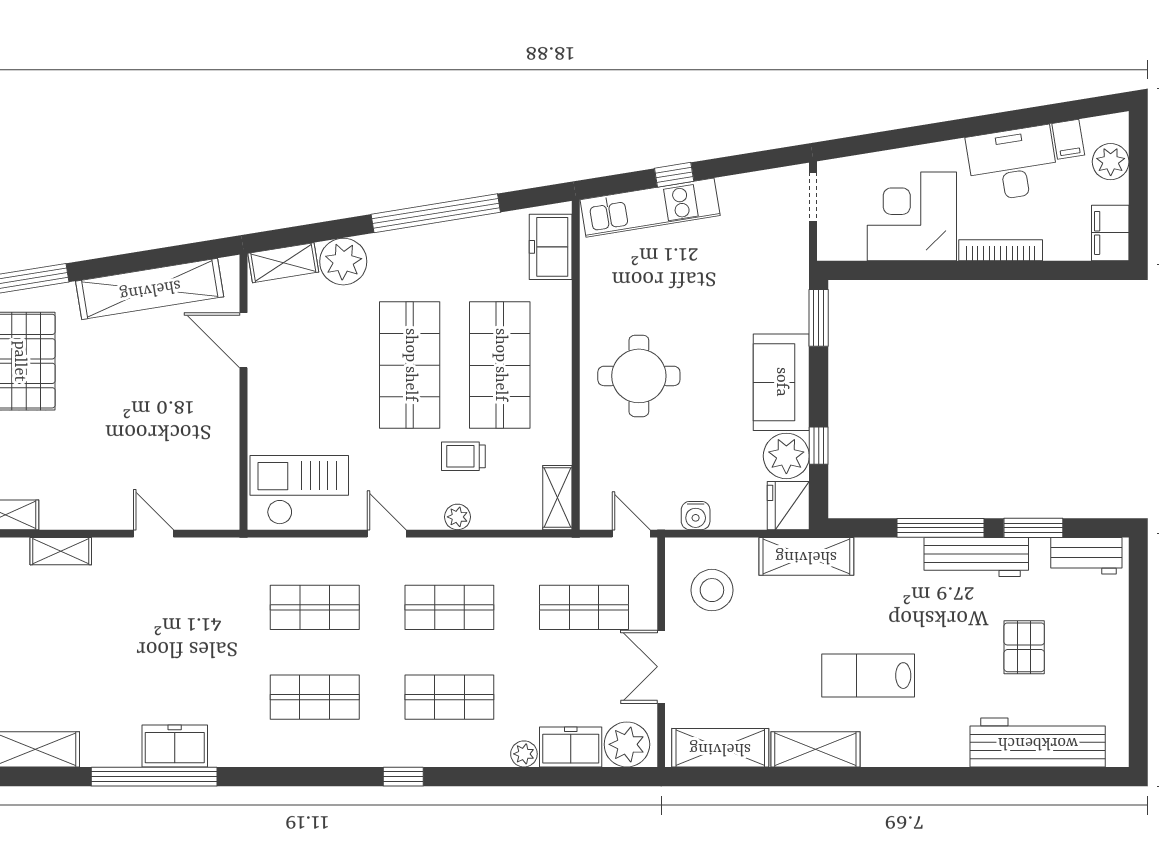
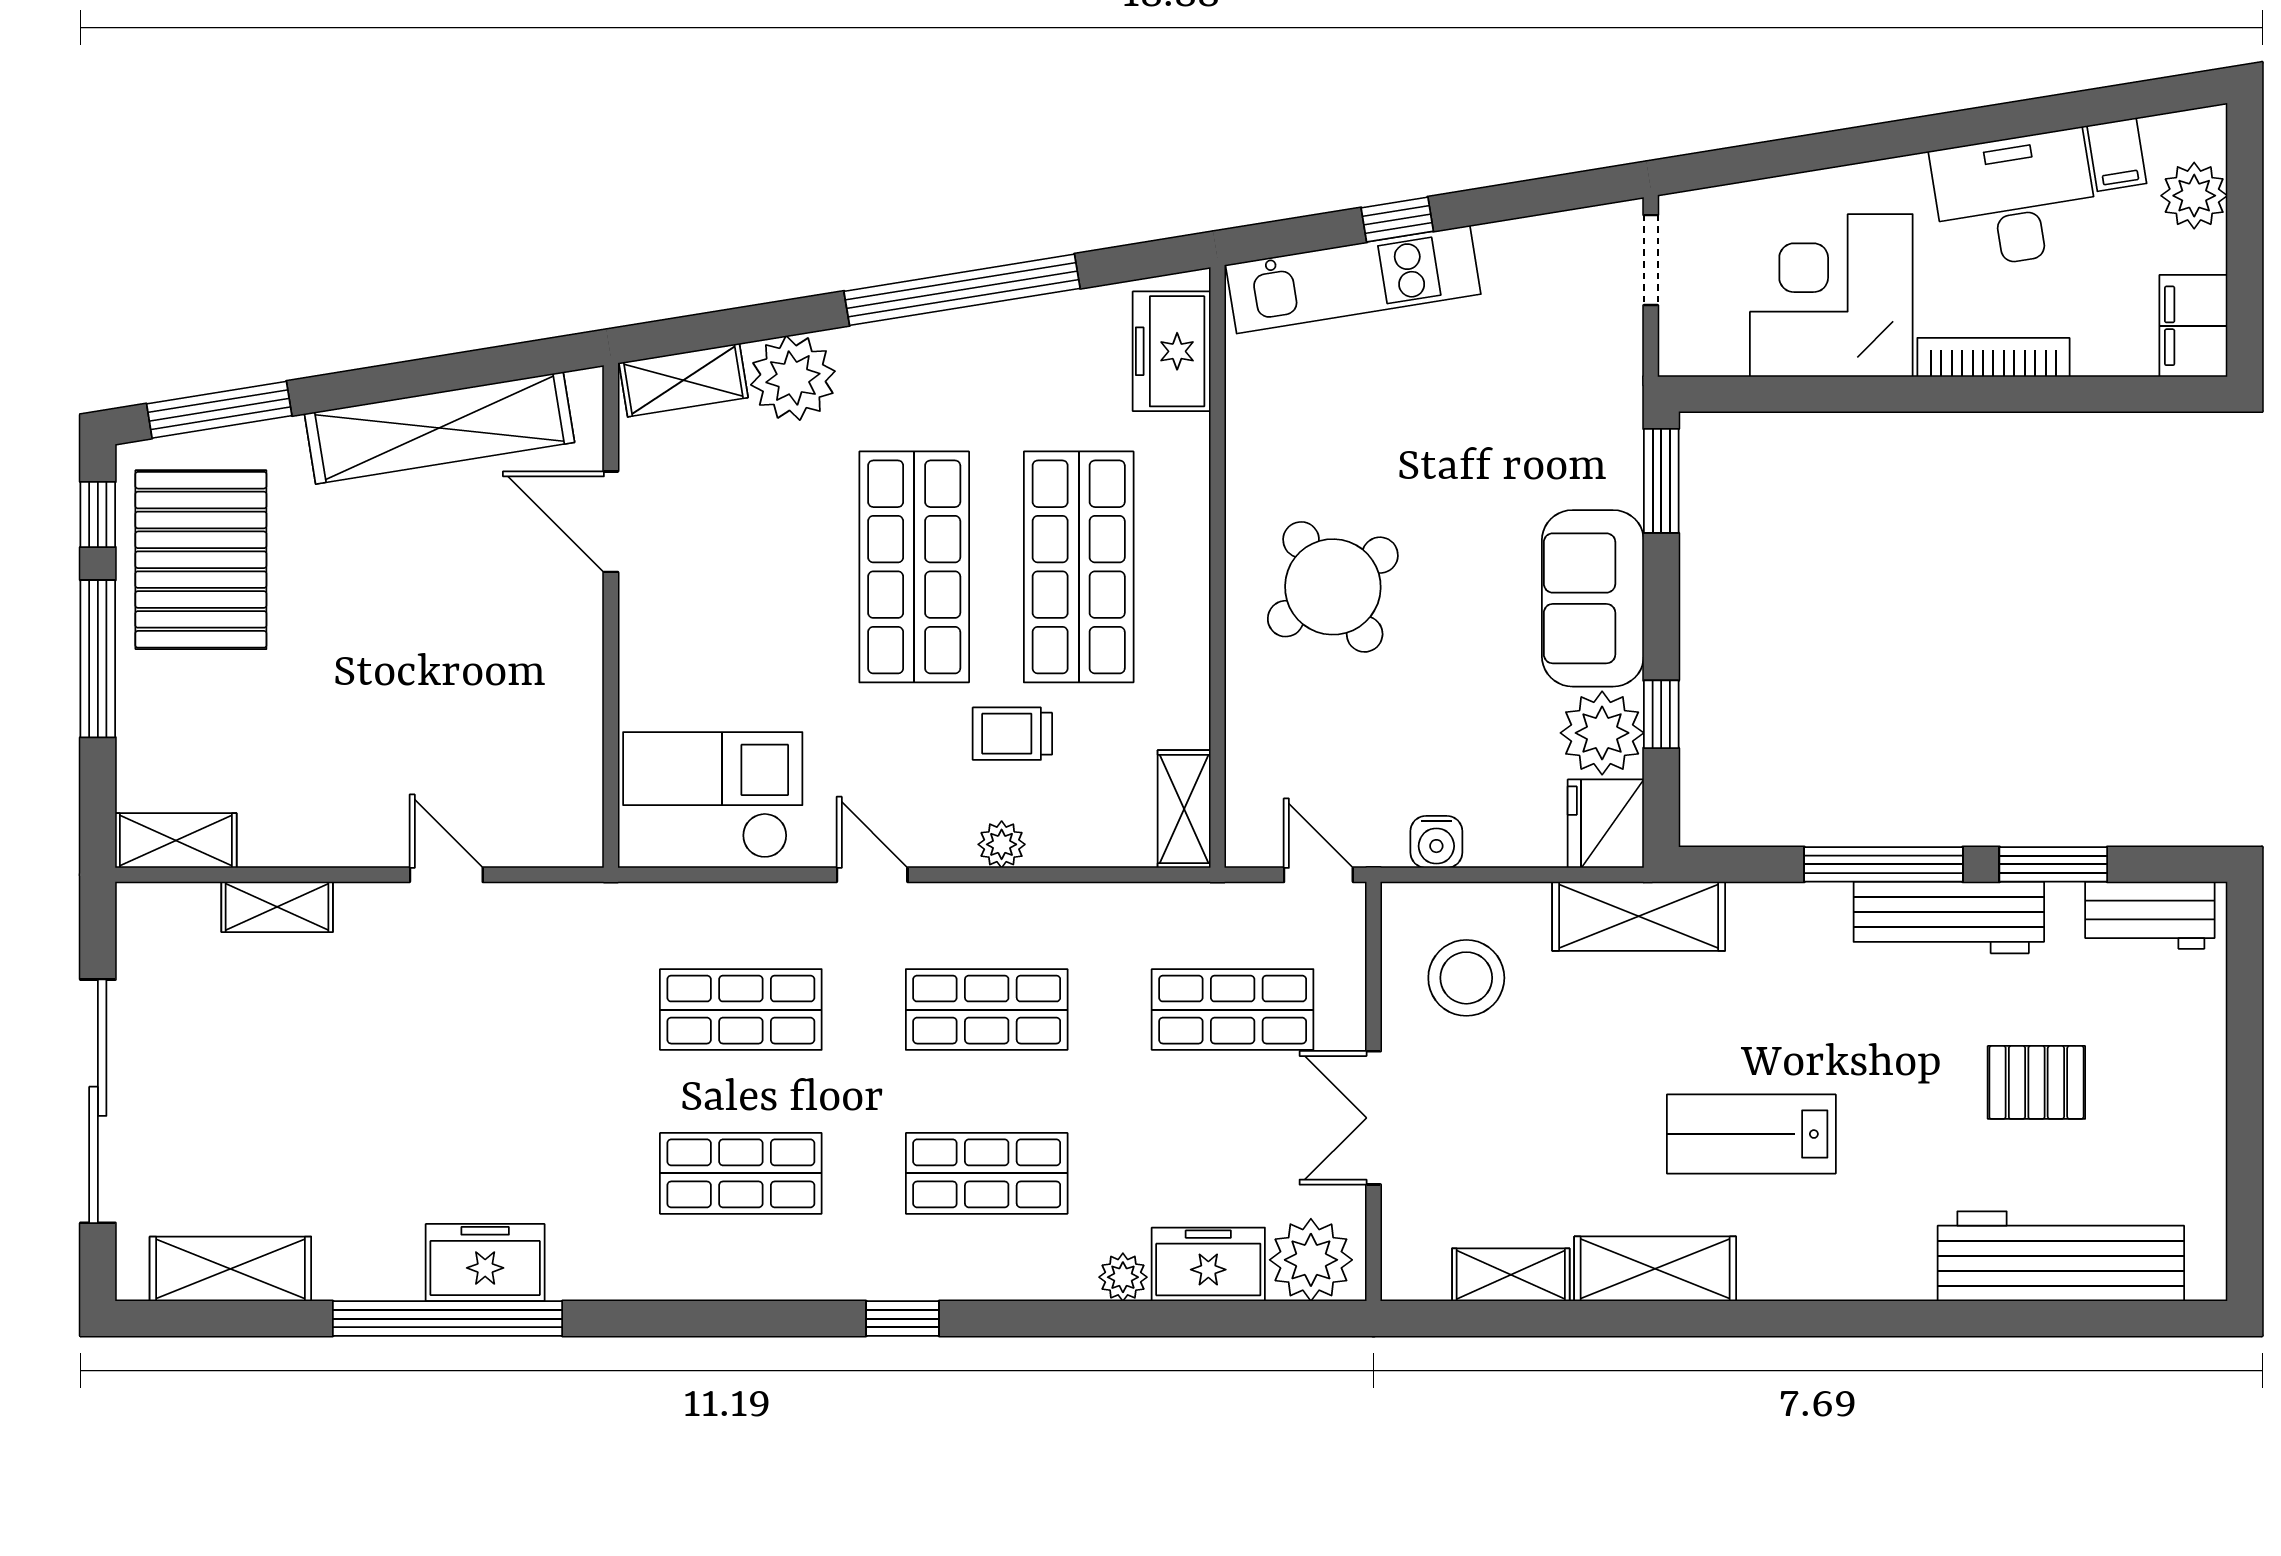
round table: (639, 376) -> (1333, 587), turned -34
pallet: (1024, 647) -> (2036, 1082), turned 90
shelving: (720, 748) -> (1511, 1275), width x0.67, depth x0.75

